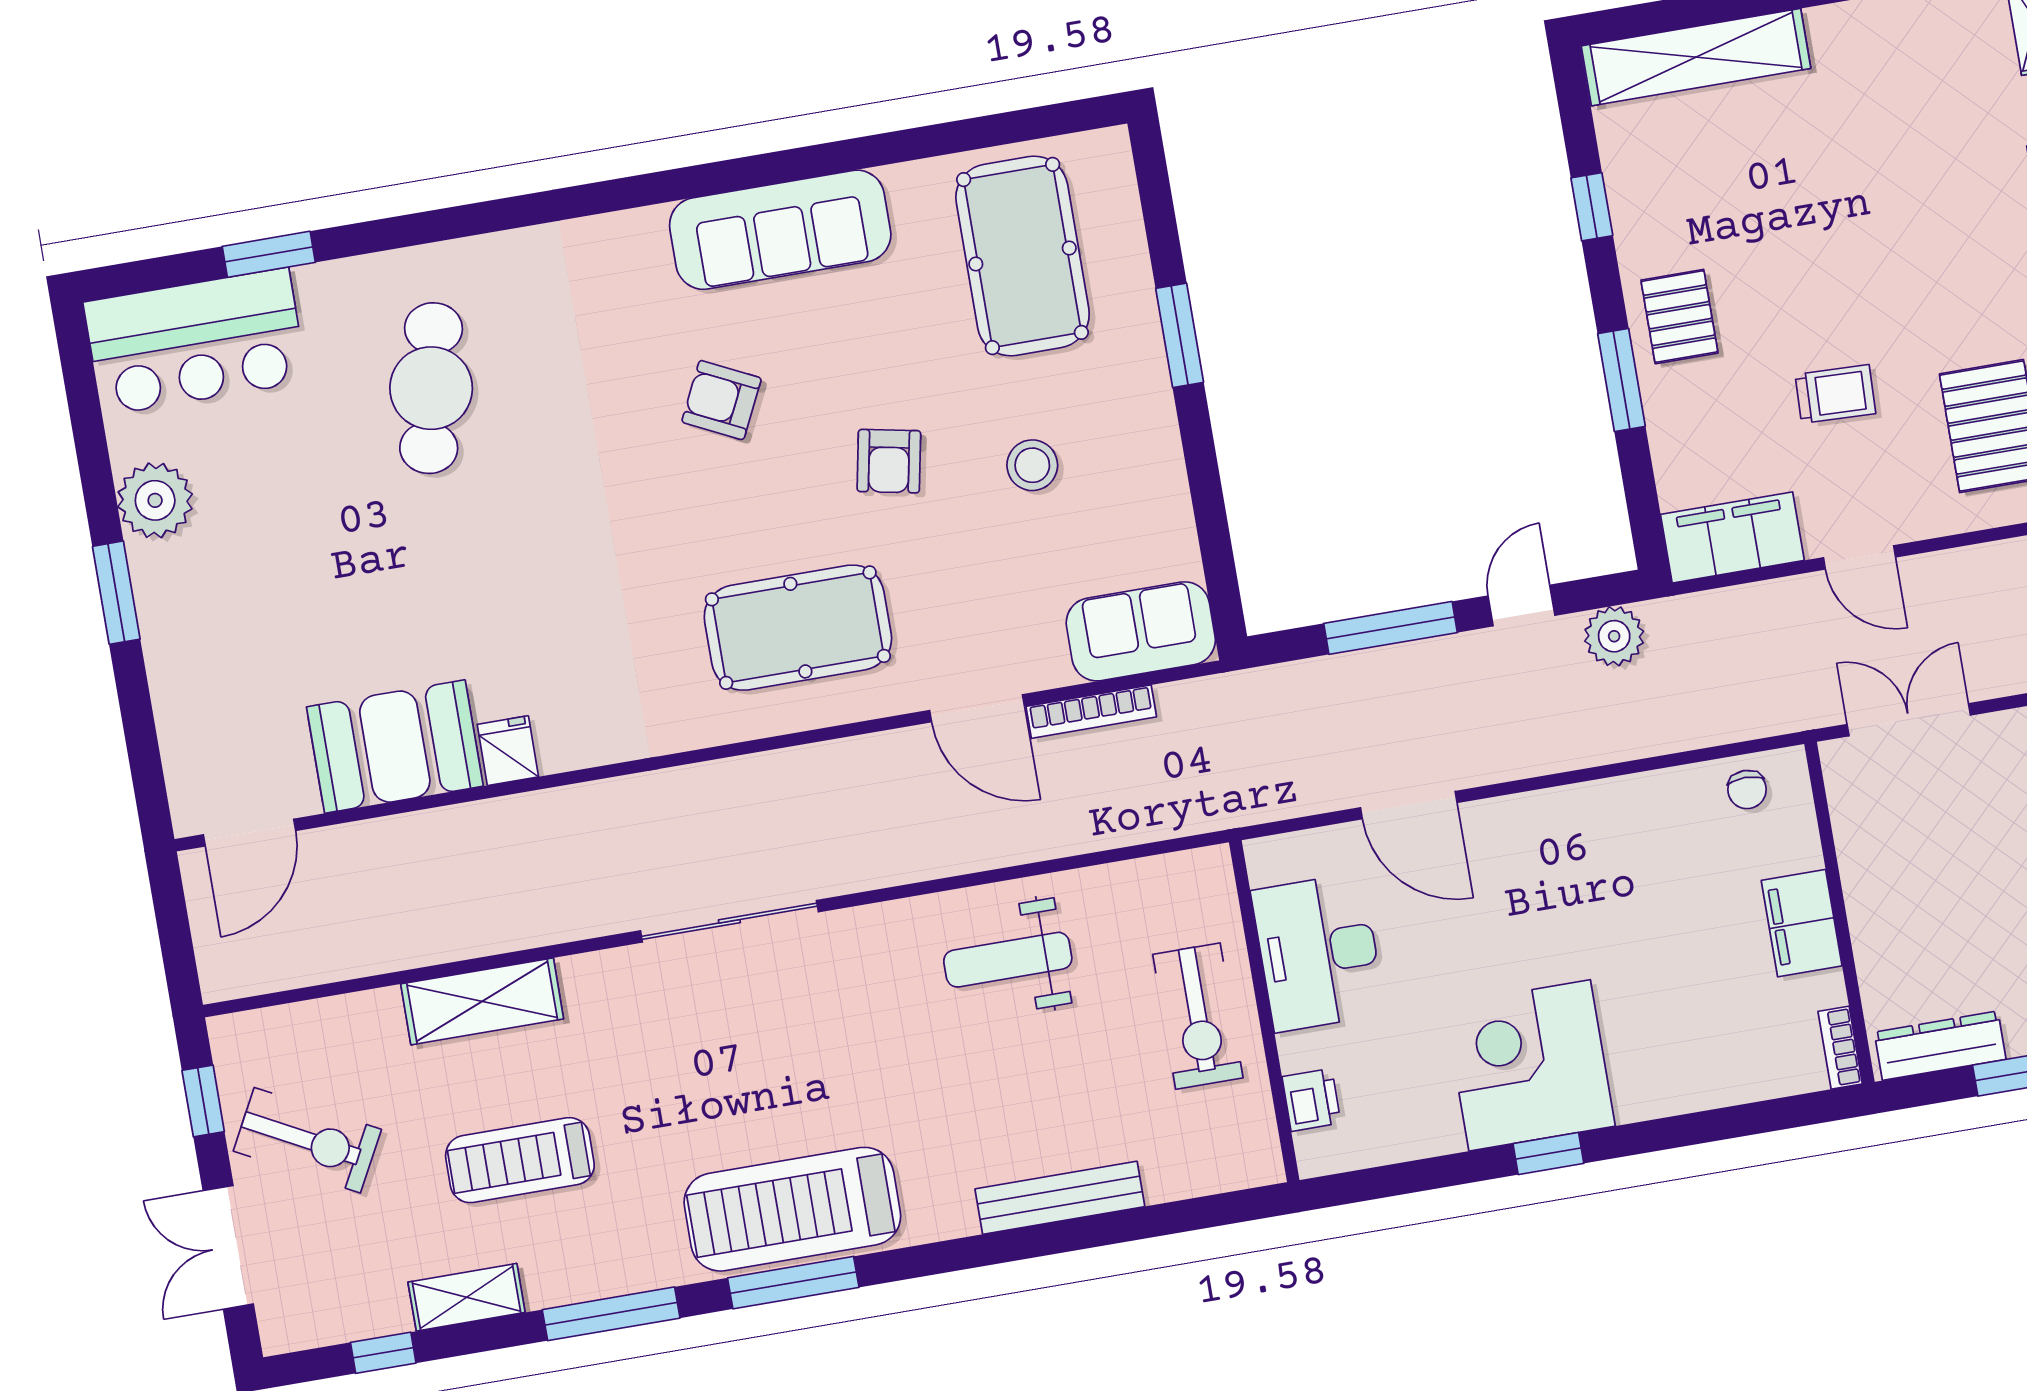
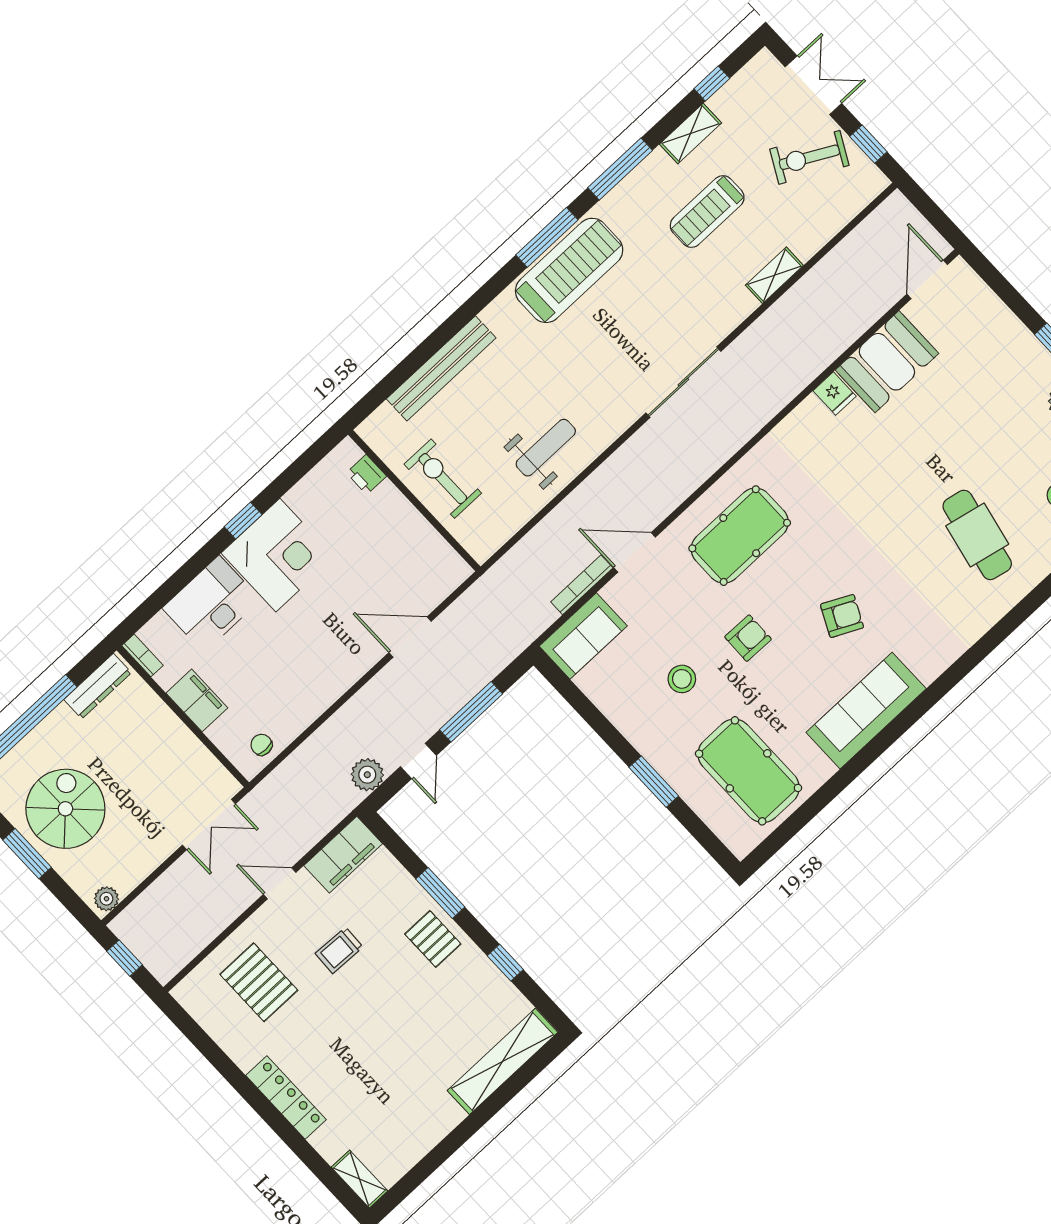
armchair: (889, 461) -> (748, 638), turned 80
desk: (1318, 952) -> (211, 604), moved, turned -90
shelving: (482, 1001) -> (774, 275), width x0.67, depth x0.75
treadmill: (520, 1160) -> (707, 212), turned 180
bench: (1060, 1198) -> (441, 368), width x1.37, depth x1.21

